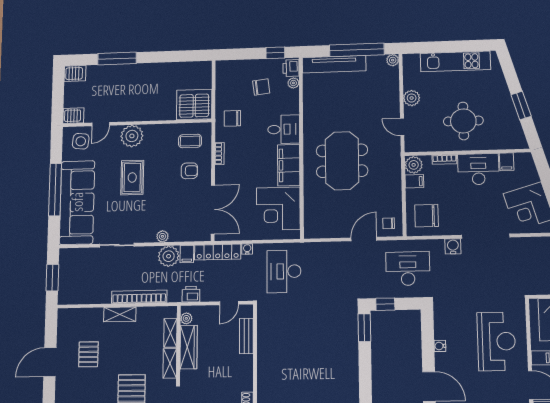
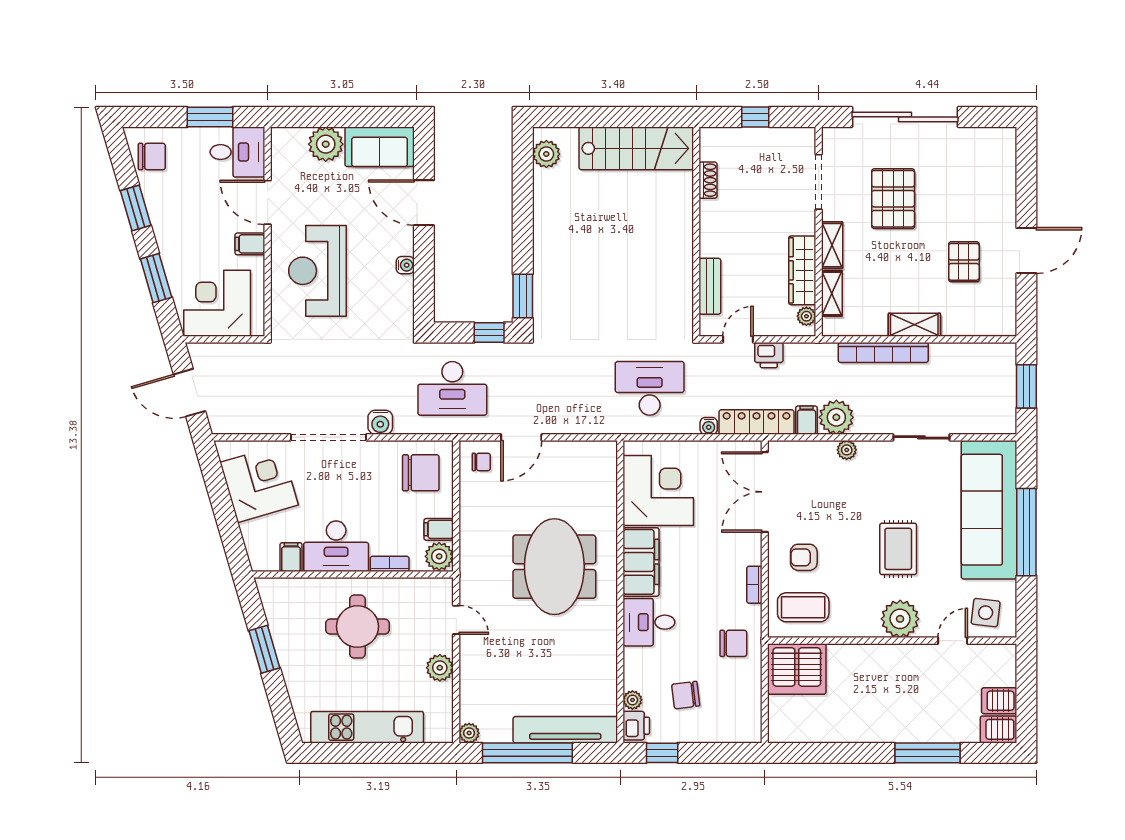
server rack: (73, 116) -> (999, 701), moved
coffee table: (190, 141) -> (803, 607), width x1.36, depth x1.30
desk: (284, 271) -> (650, 388), turned -90
printer: (191, 294) -> (769, 355), moved

